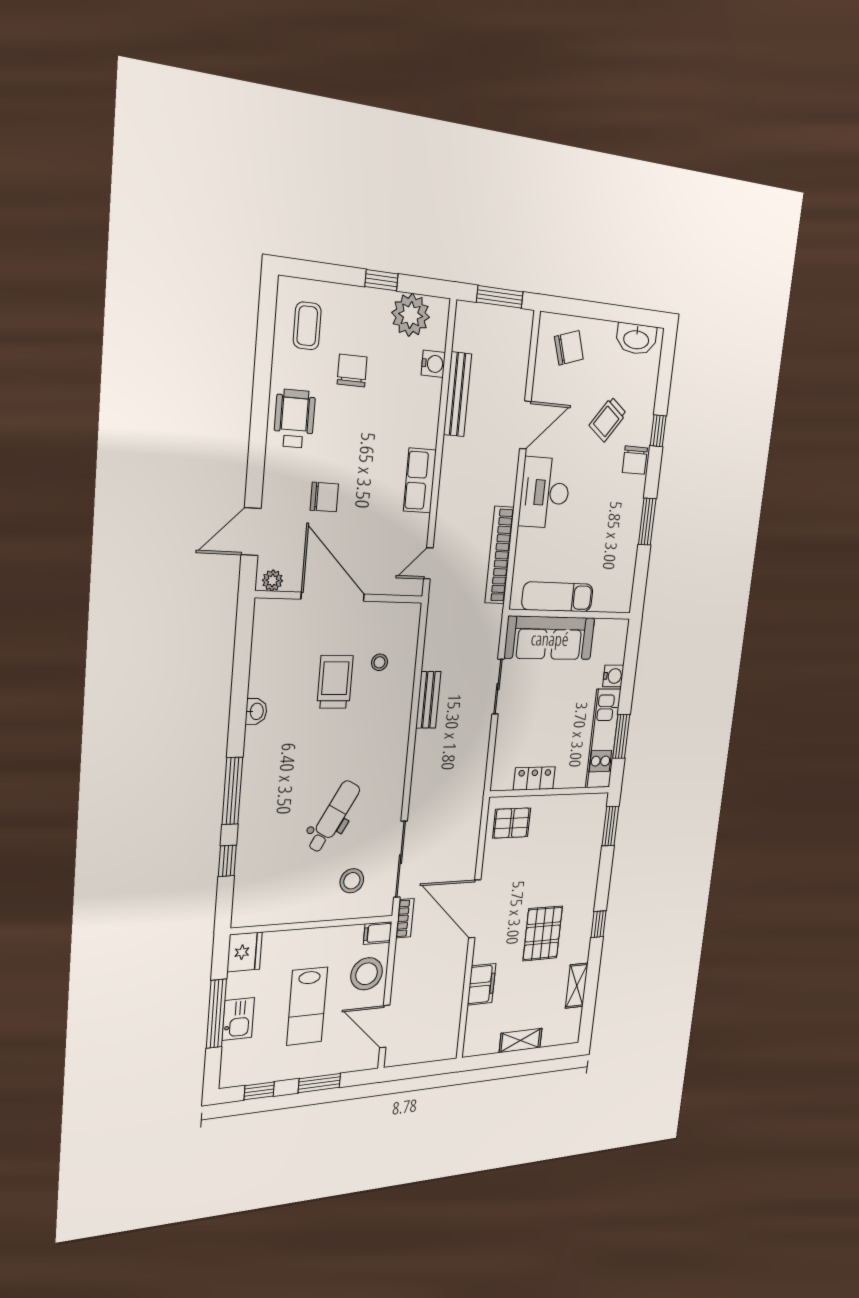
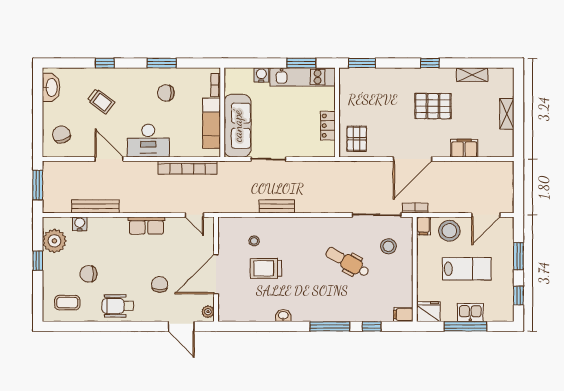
chair: (635, 460) -> (166, 93), moved, turned 180
bookcase: (608, 605) -> (216, 85), added
filing cabinet: (243, 912) -> (403, 315), added

